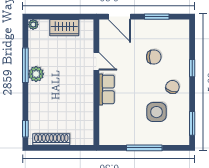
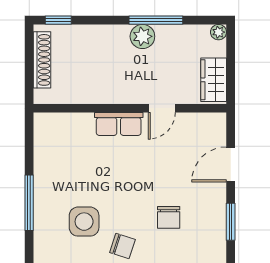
door: (96, 61) -> (162, 108), moved
wall: (96, 82) -> (130, 108), moved
row of seats: (107, 89) -> (119, 124), moved

